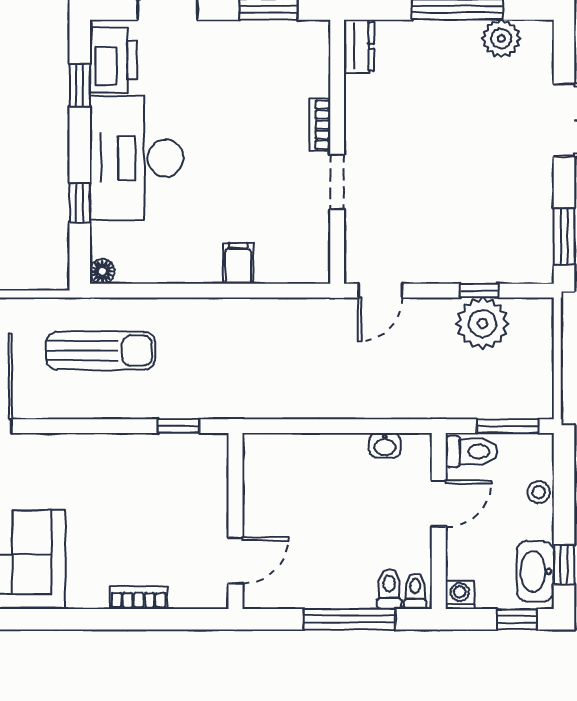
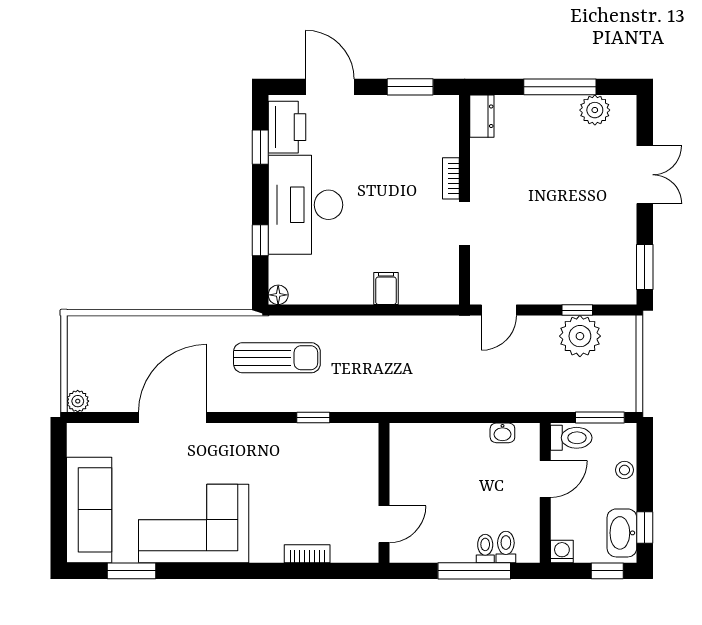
window: (178, 426) -> (313, 418), moved
toilet: (415, 591) -> (485, 548), moved

